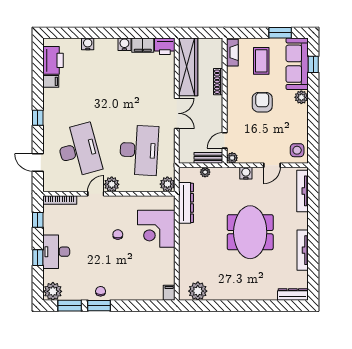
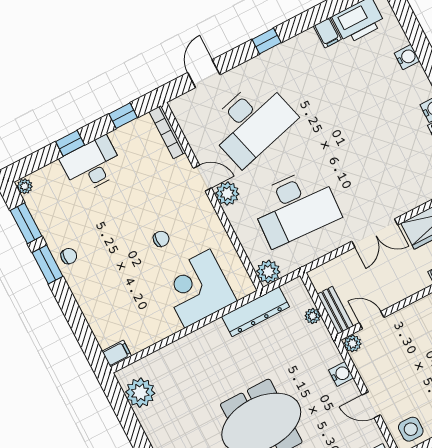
plant: (53, 291) -> (25, 186), width x0.53, depth x0.53

